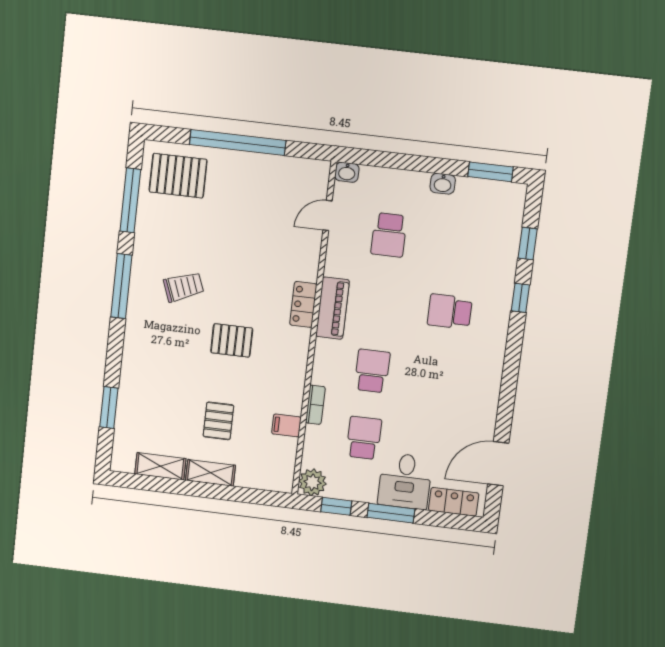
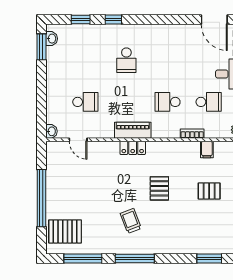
pallet: (178, 176) -> (65, 231), turned 90
washbasin: (443, 184) -> (52, 39), moved
school desk: (364, 438) -> (209, 102), turned 180

